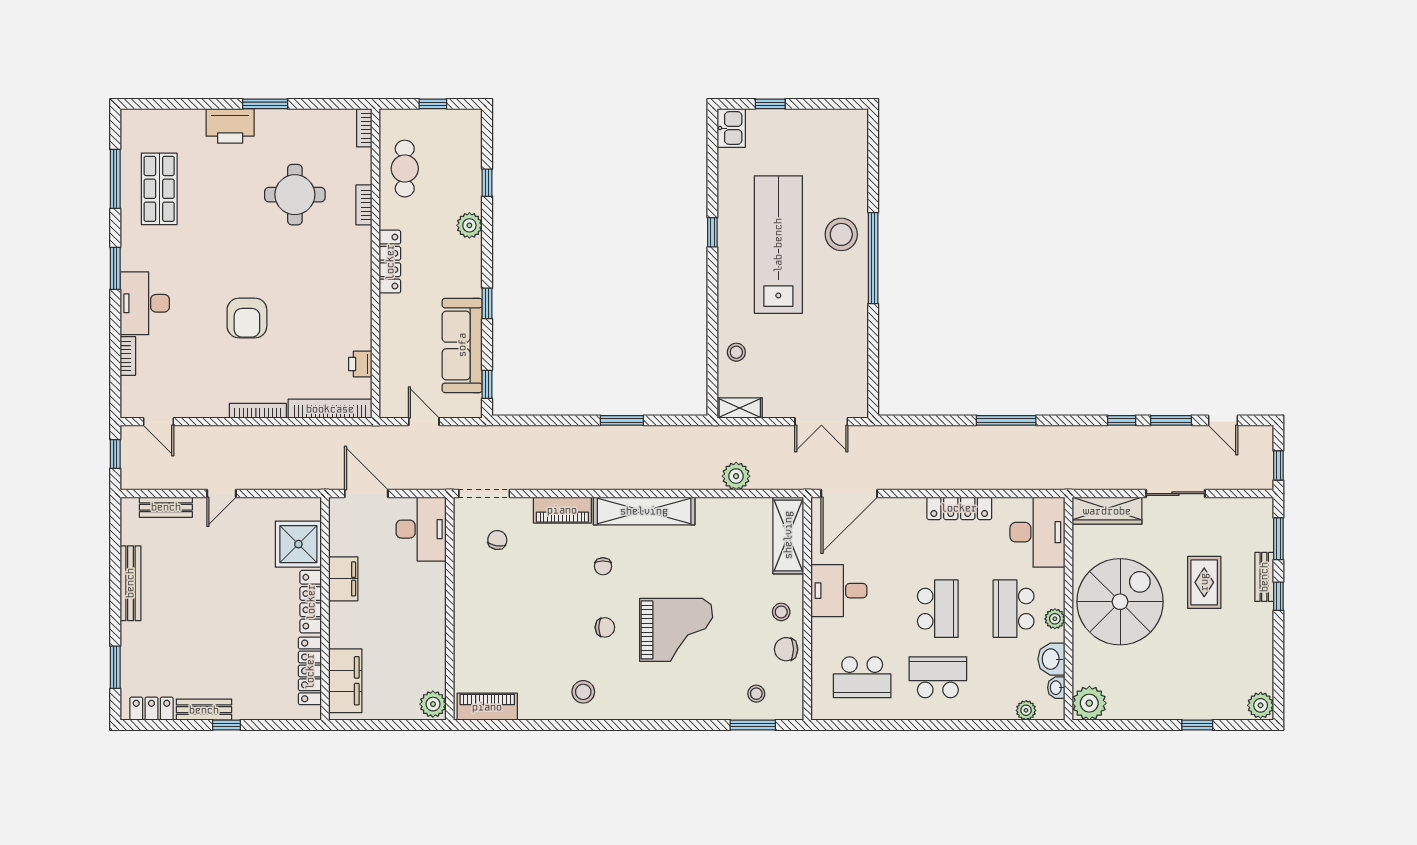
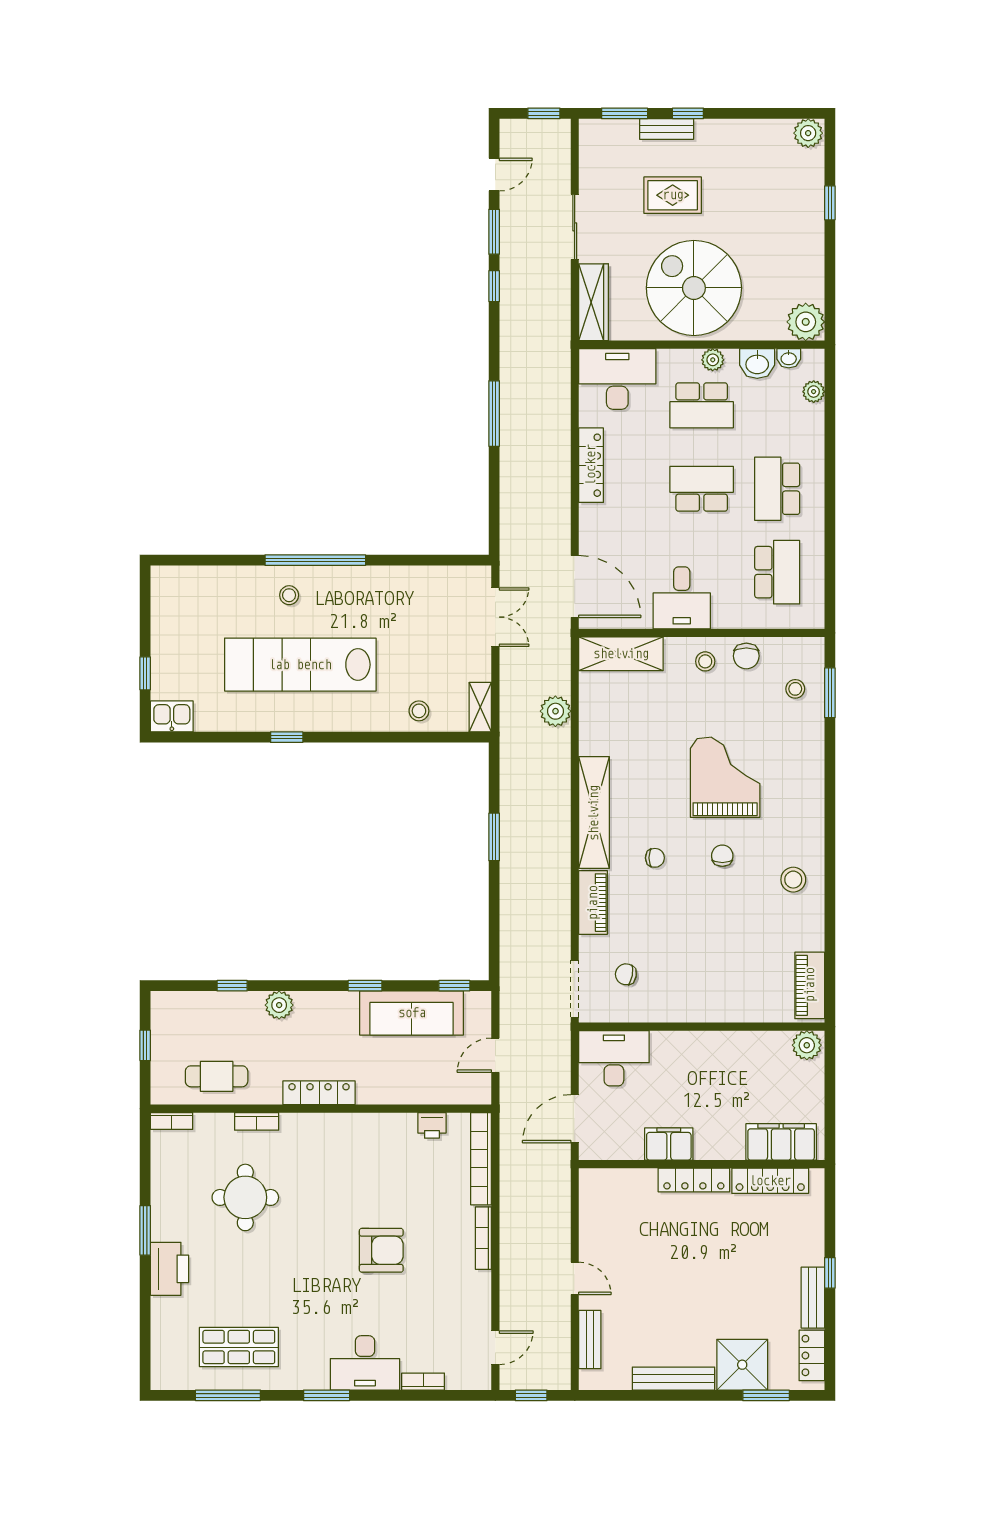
stool: (841, 234) -> (289, 595), width x0.53, depth x0.53
shower: (298, 544) -> (742, 1365), moved

